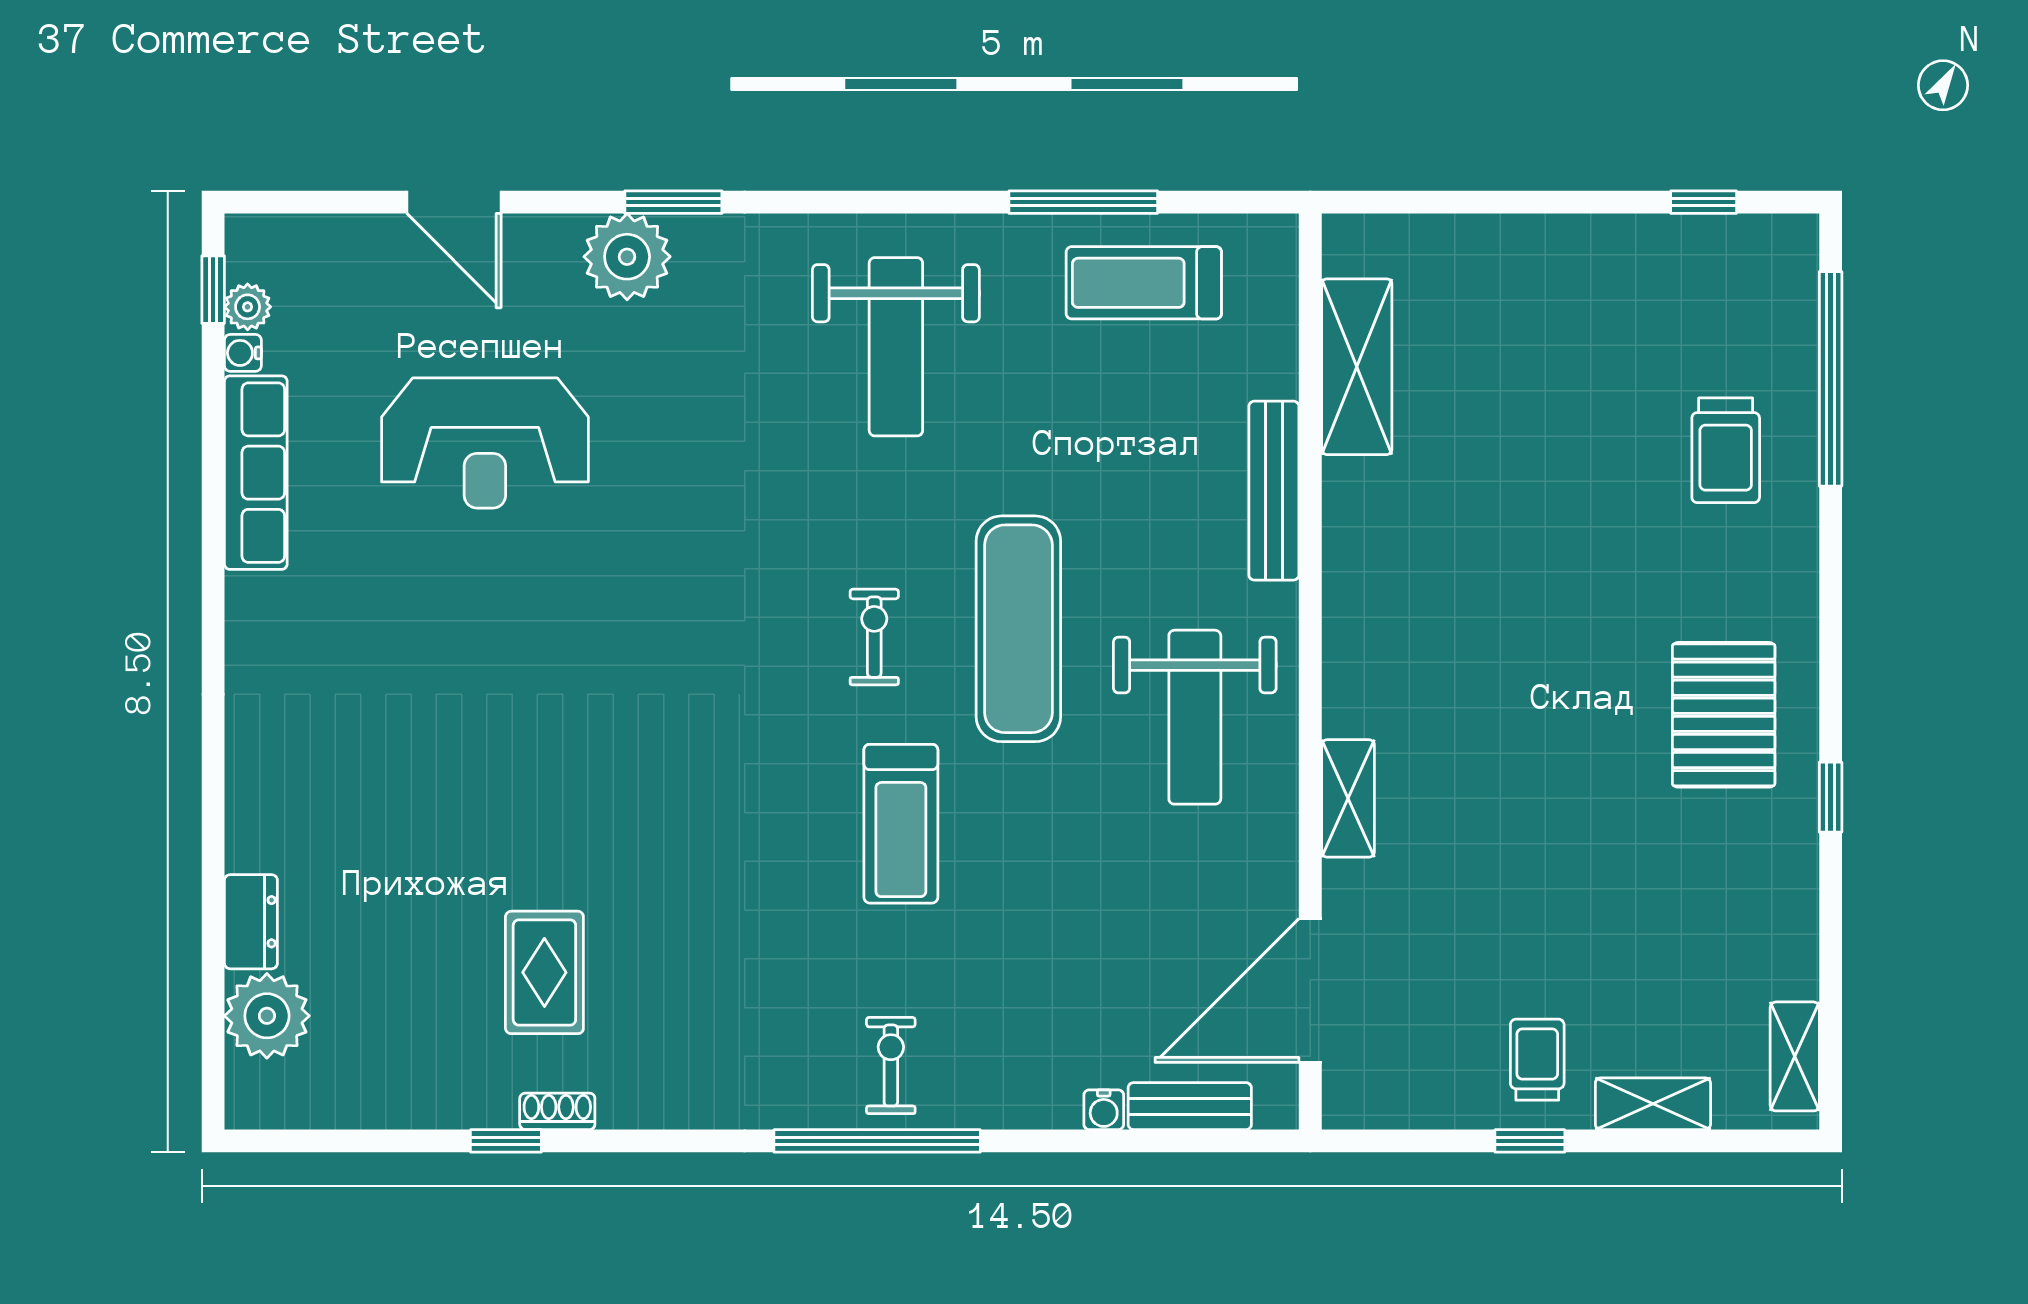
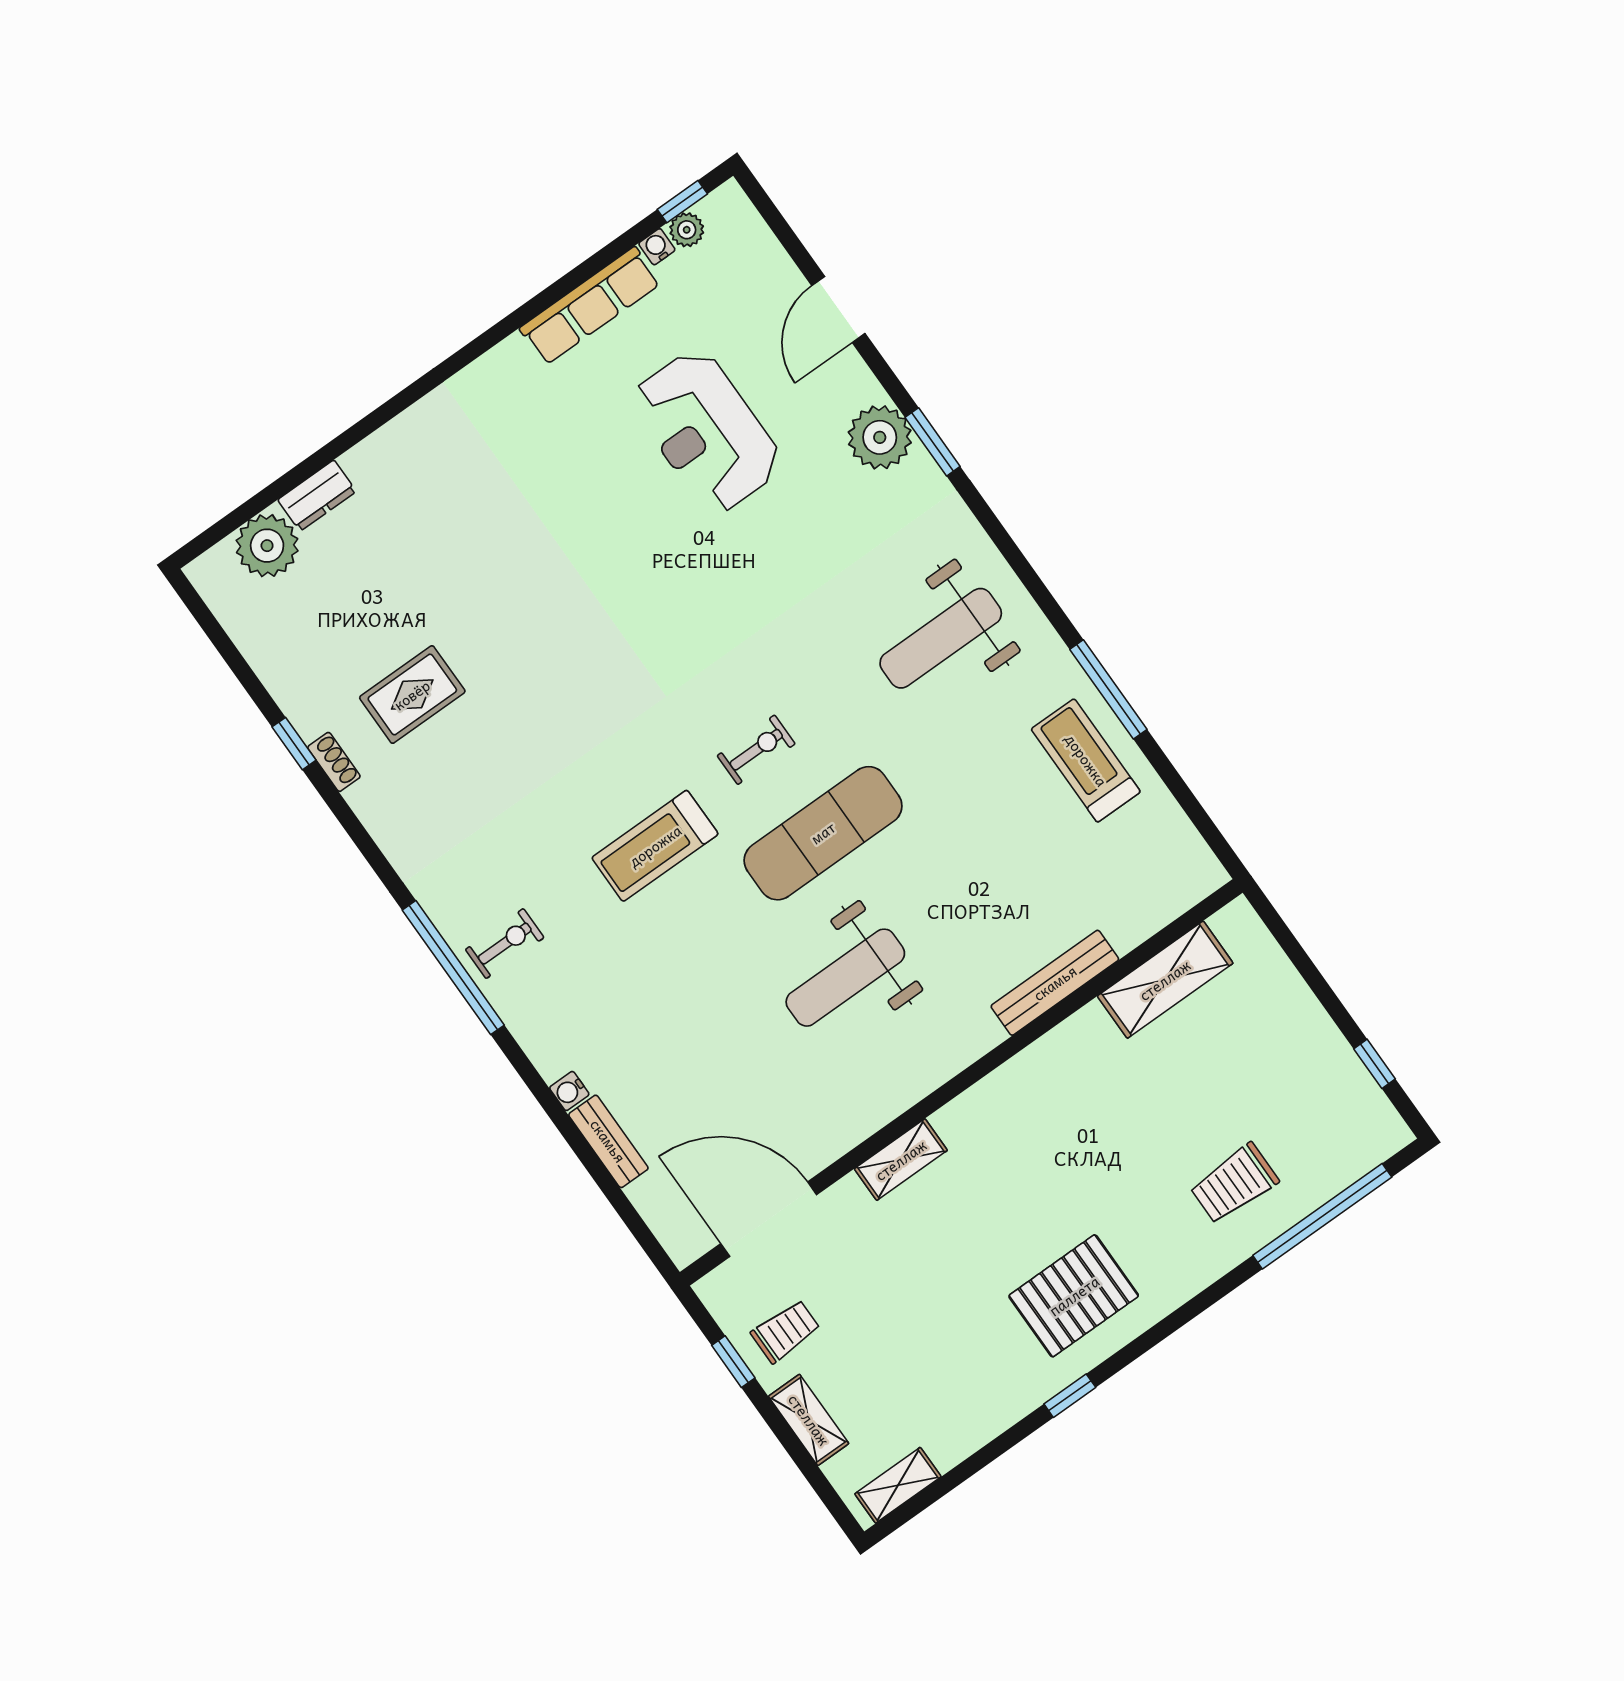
shelving: (1357, 367) -> (1165, 980), moved
bench: (1274, 491) -> (1055, 983), moved
wall: (1310, 672) -> (961, 1082), moved
shelving: (1348, 798) -> (901, 1160), moved
door: (1310, 991) -> (769, 1219), moved

